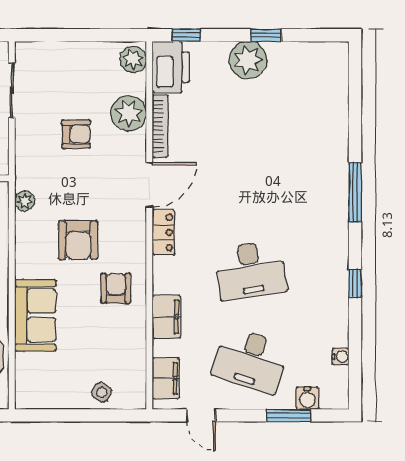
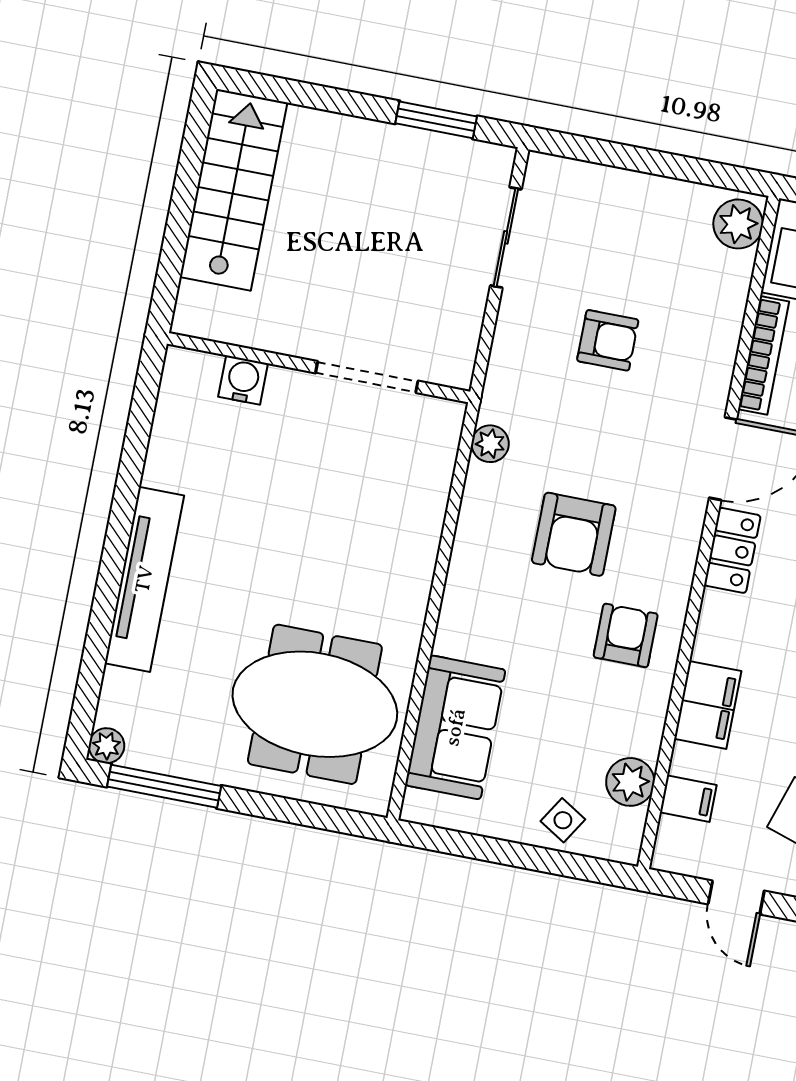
plant: (129, 113) -> (630, 782), moved, width x0.73, depth x0.73
sofa: (35, 315) -> (455, 727), moved
filing cabinet: (166, 378) -> (688, 799), width x0.50

